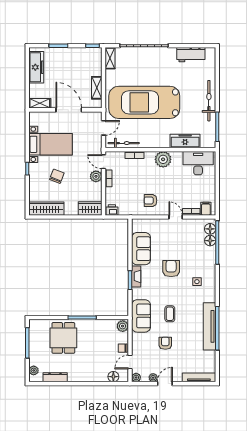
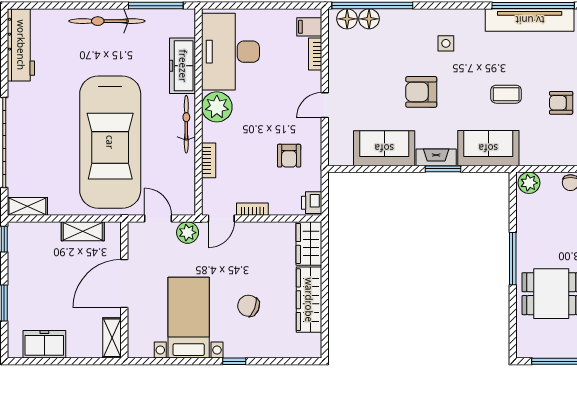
workbench: (191, 55) -> (21, 45), width x1.38
freezer: (36, 67) -> (44, 344), width x0.71
bicycle: (124, 143) -> (186, 124), moved
desk: (198, 163) -> (230, 52), width x1.36, depth x1.30
plant: (96, 176) -> (188, 233), moved
armchair: (150, 200) -> (289, 156), moved
wardrobe: (46, 209) -> (309, 300), moved
door: (176, 217) -> (325, 105), moved
sofa: (141, 316) -> (488, 148), moved

